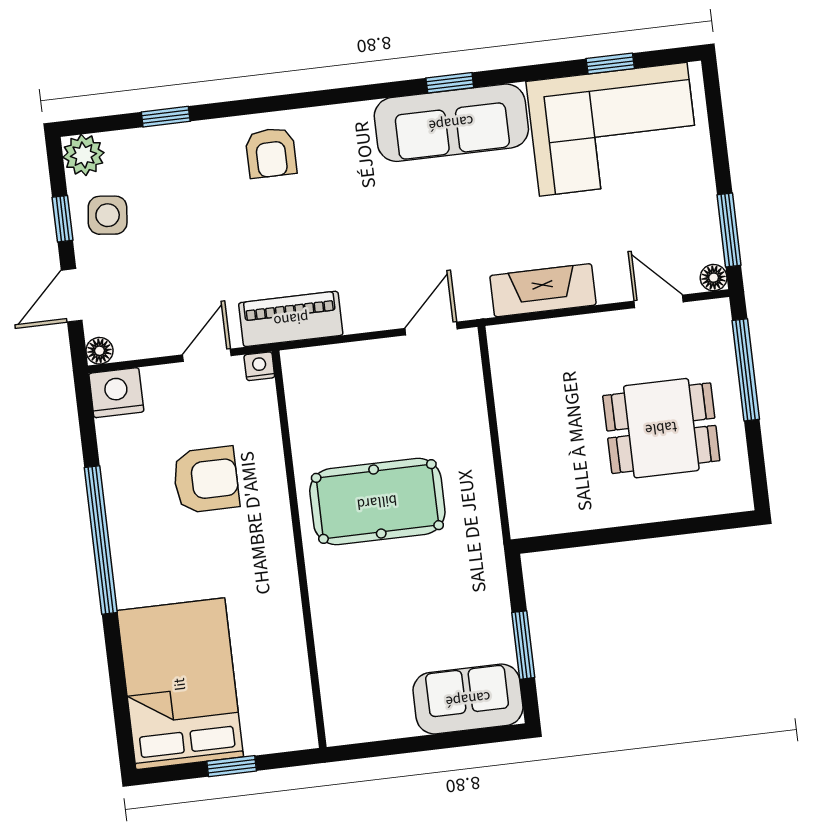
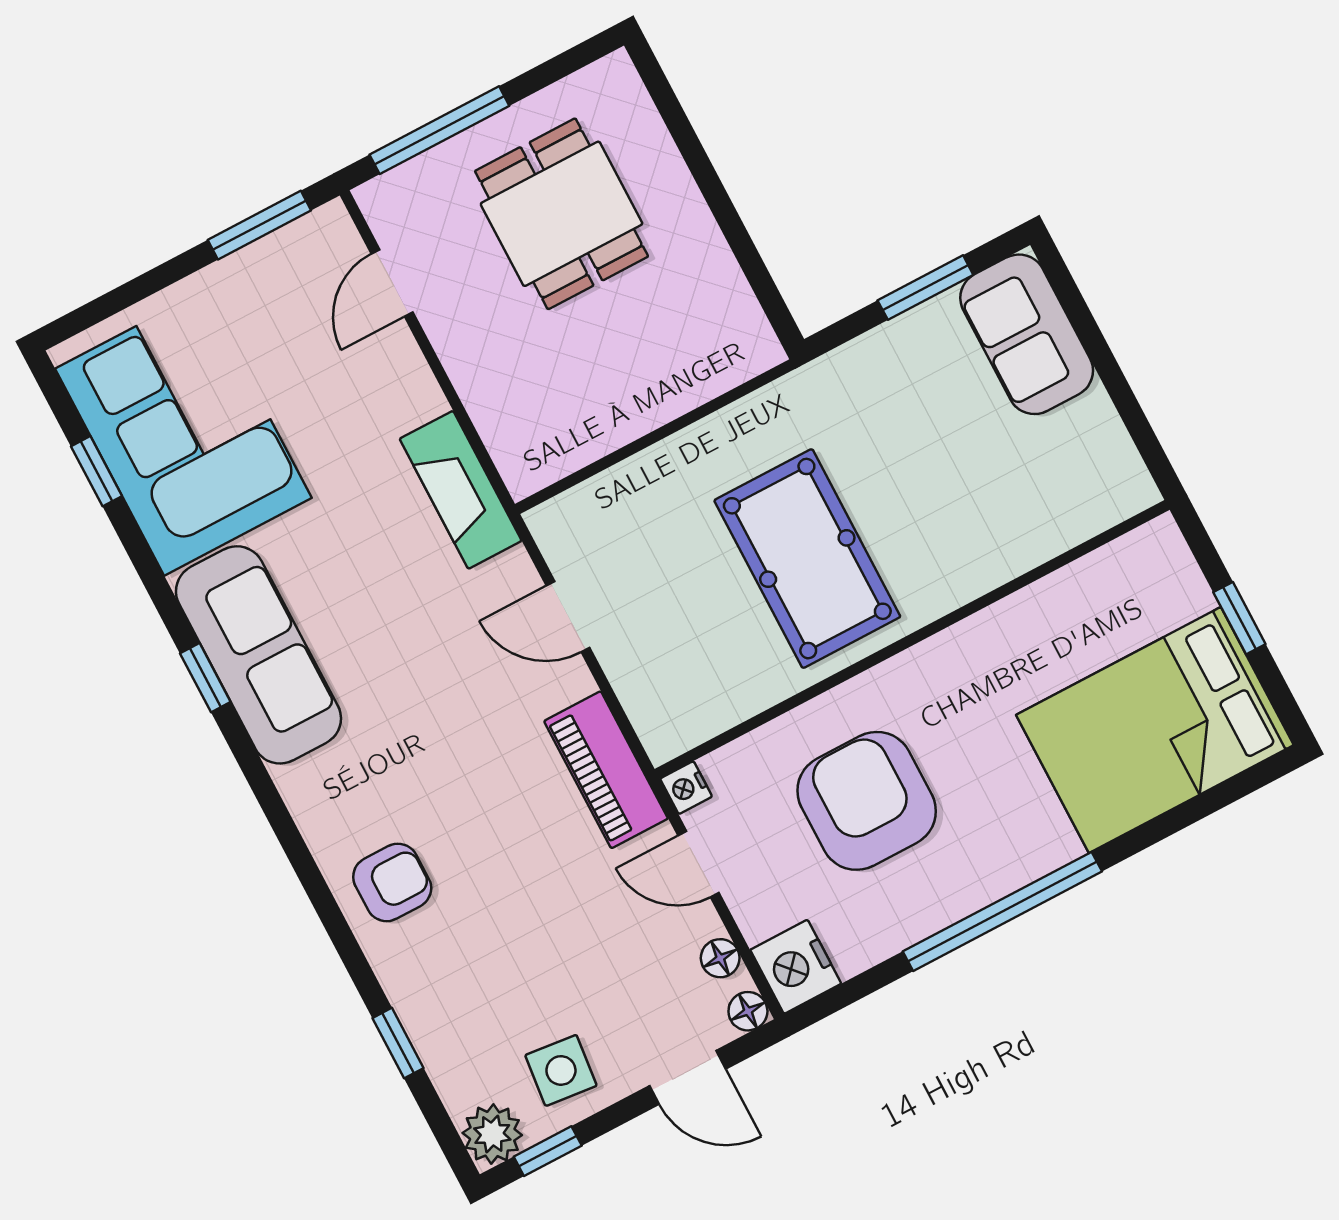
window: (63, 219) -> (548, 1151), moved
floor lamp: (714, 278) -> (720, 958), moved
fireplace: (543, 290) -> (461, 490), moved
door: (431, 329) -> (568, 617), moved
armchair: (206, 480) -> (867, 801), width x1.36, depth x1.36

